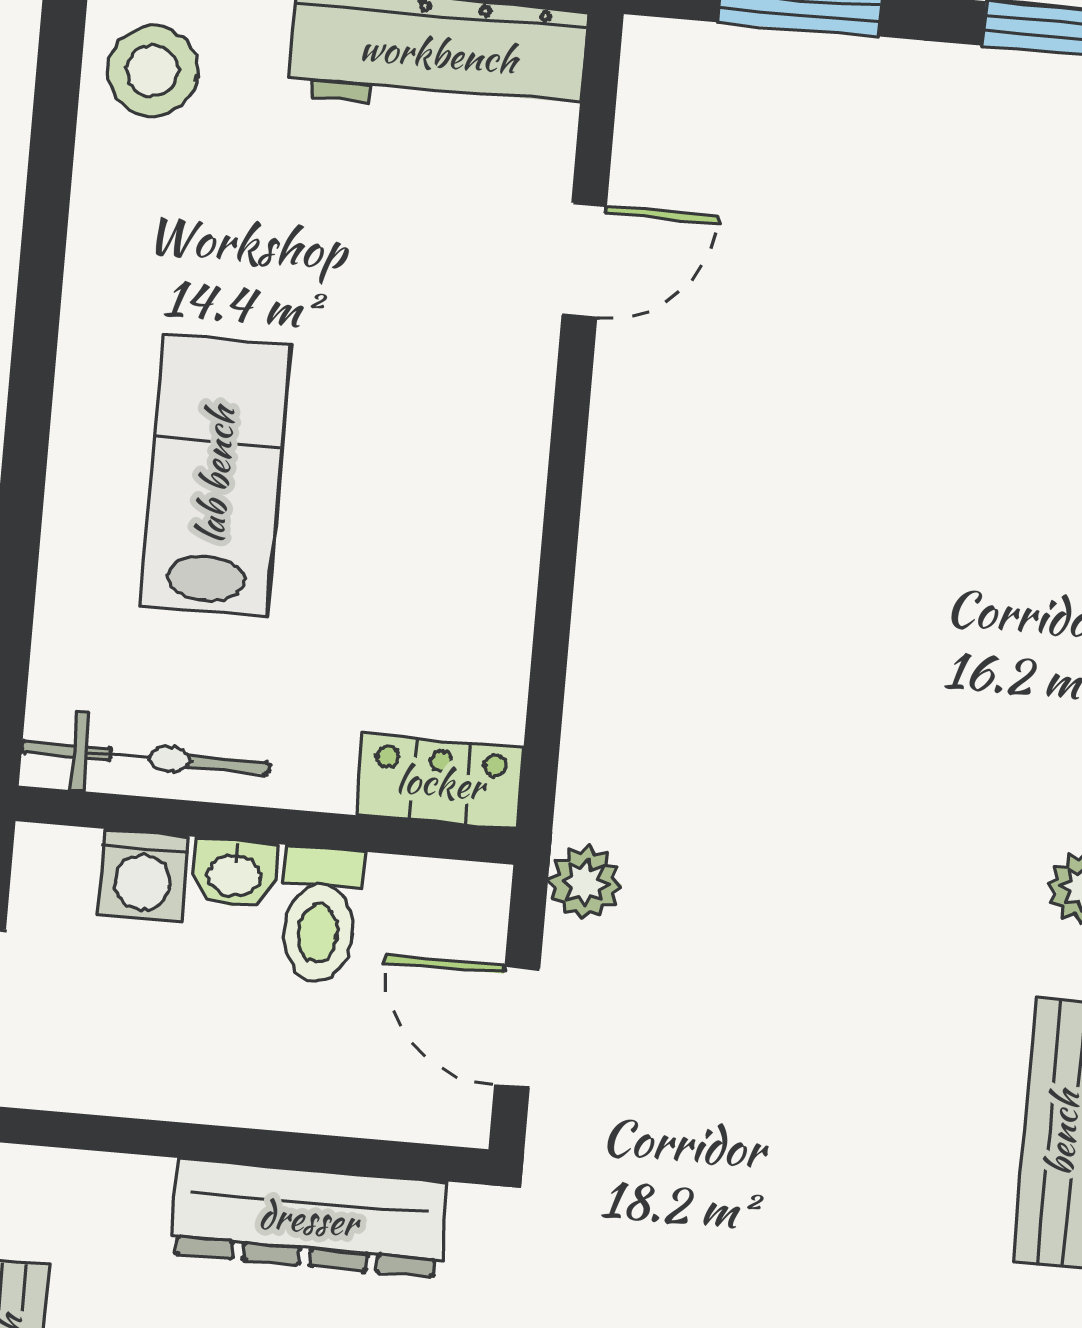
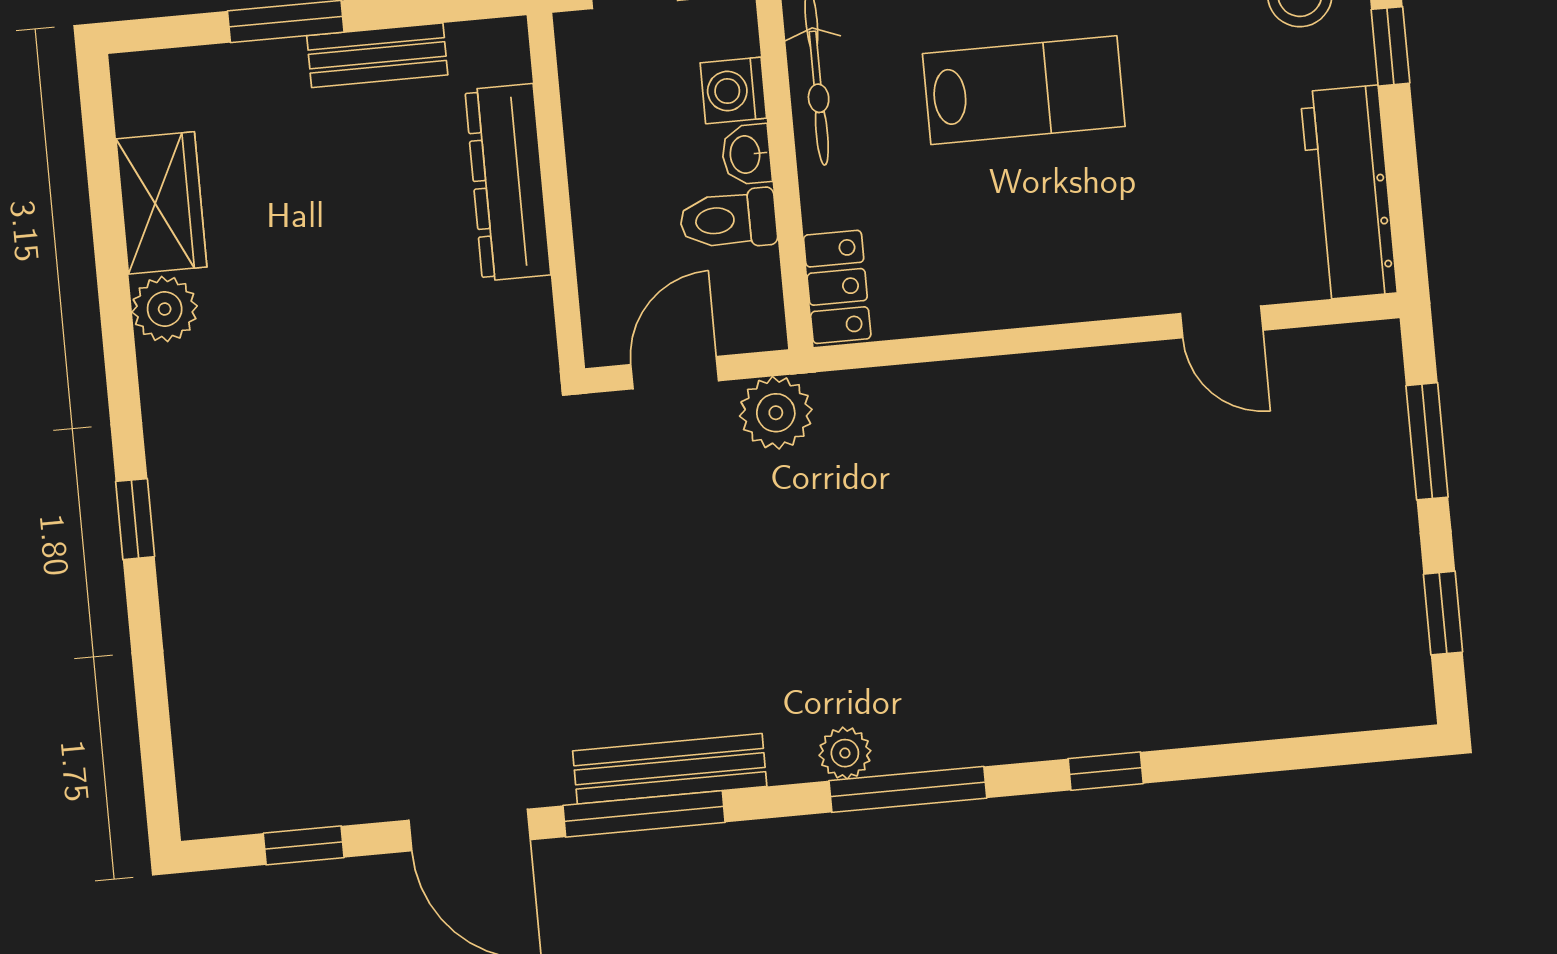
plant: (585, 882) -> (776, 413), width x1.38, depth x1.38
dresser: (308, 1218) -> (508, 182), moved

